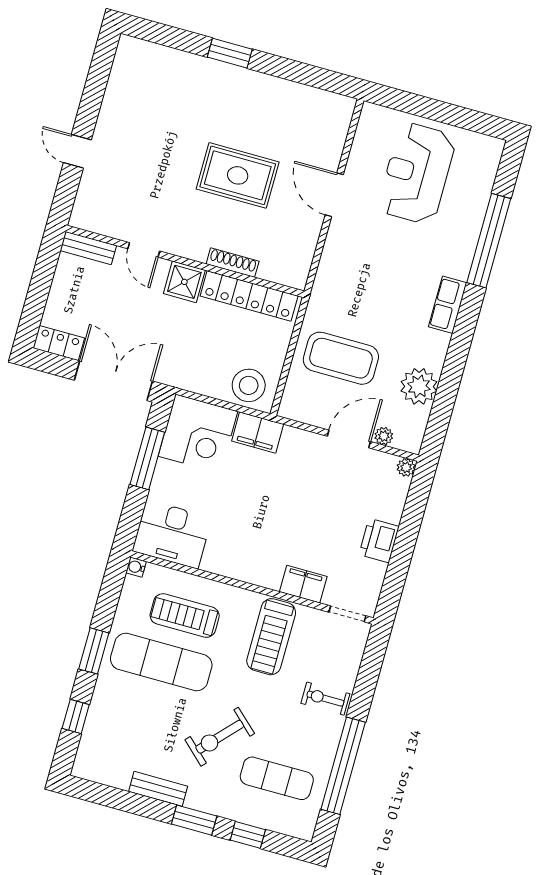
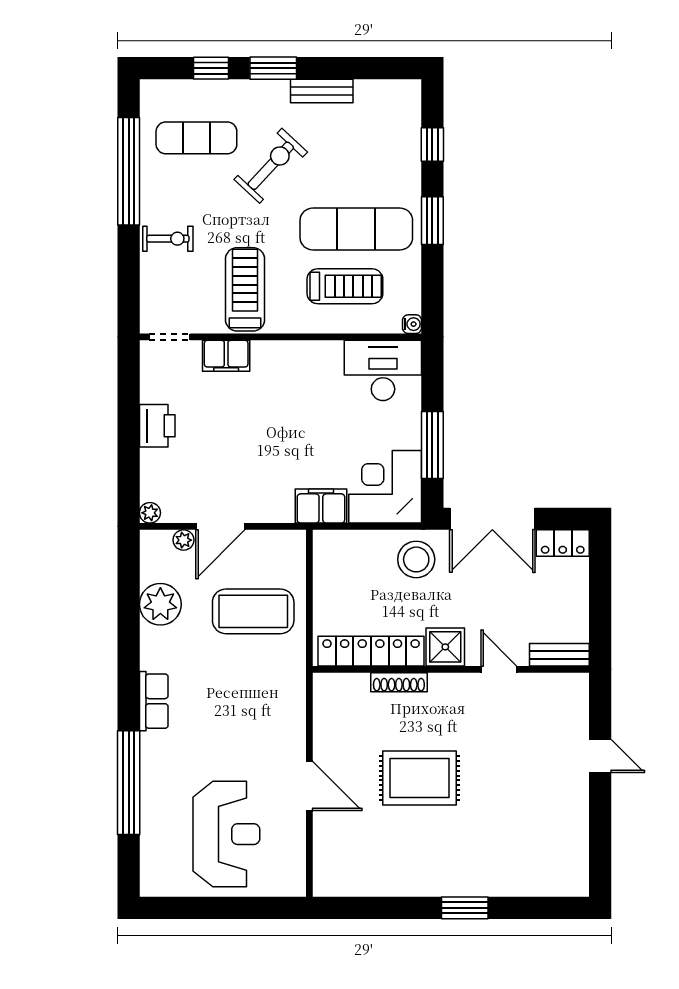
stool: (249, 385) -> (416, 559), moved

